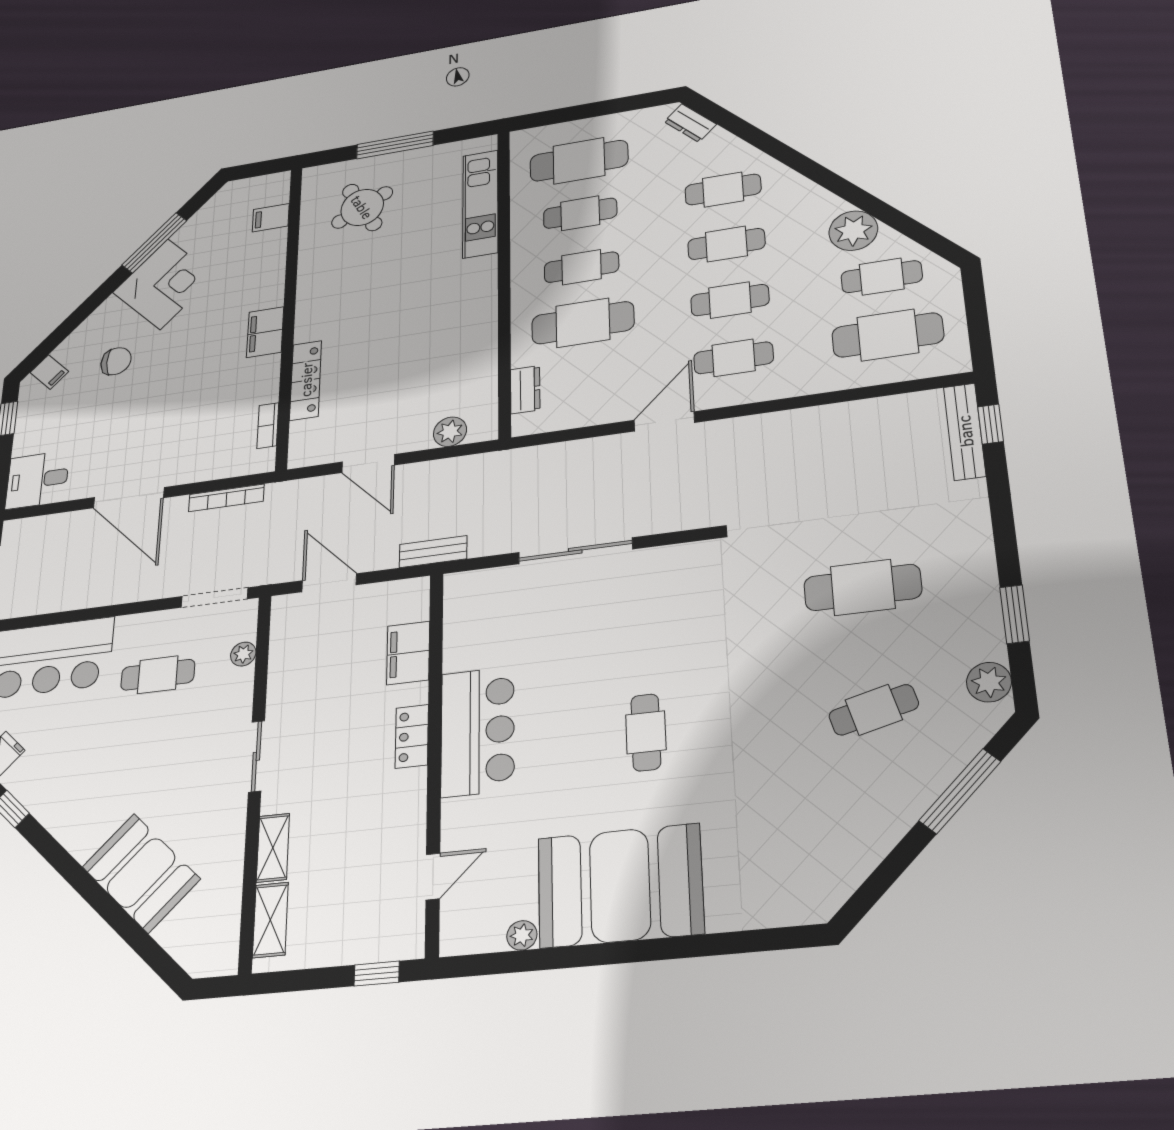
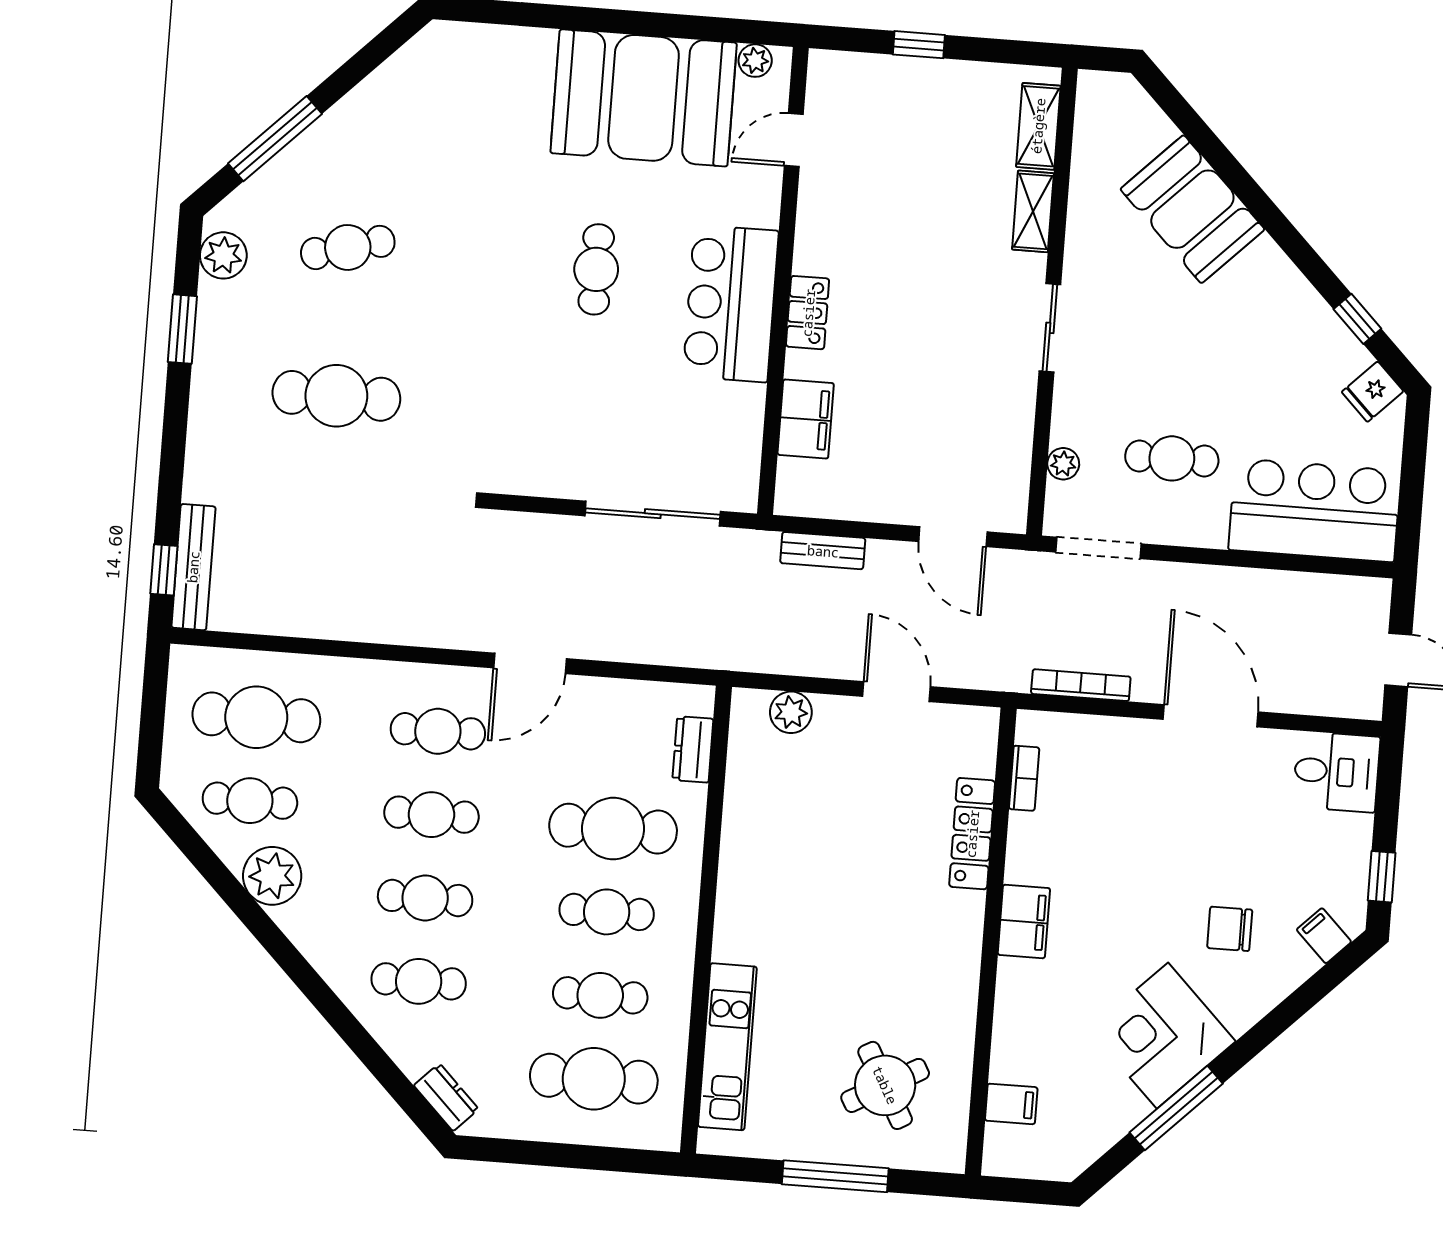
filing cabinet: (408, 653) -> (806, 419), moved
bar counter: (478, 731) -> (731, 304), moved
locker: (412, 736) -> (808, 313), moved
wall: (434, 758) -> (783, 281), moved
door: (433, 877) -> (794, 140), moved

